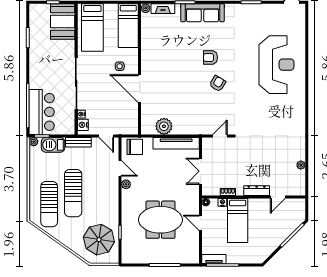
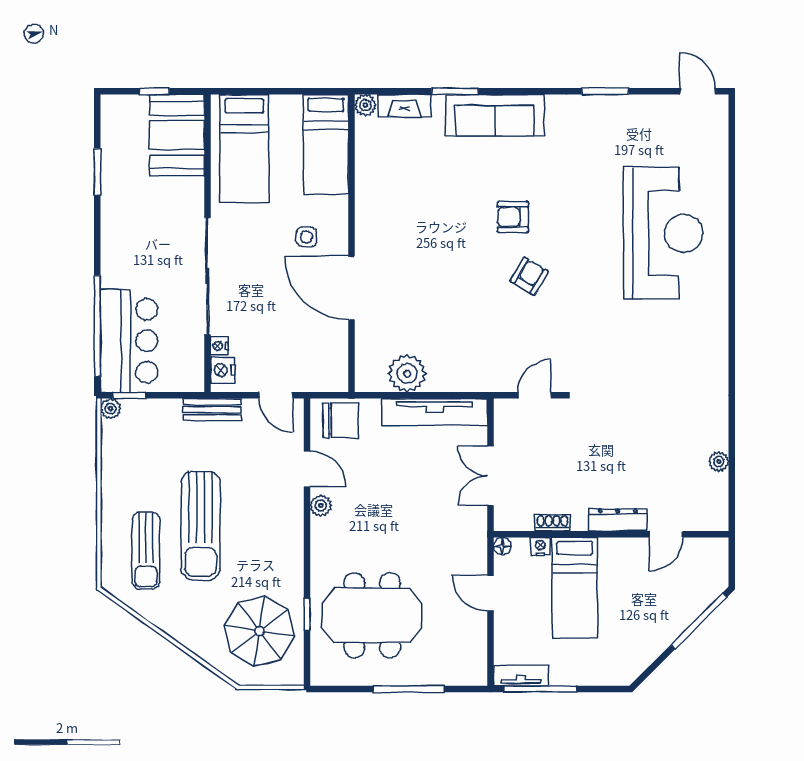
barbecue: (53, 145) -> (155, 416), removed
sun lounger: (49, 204) -> (146, 551), width x0.73, depth x0.75
meeting table: (160, 220) -> (372, 615), moved

